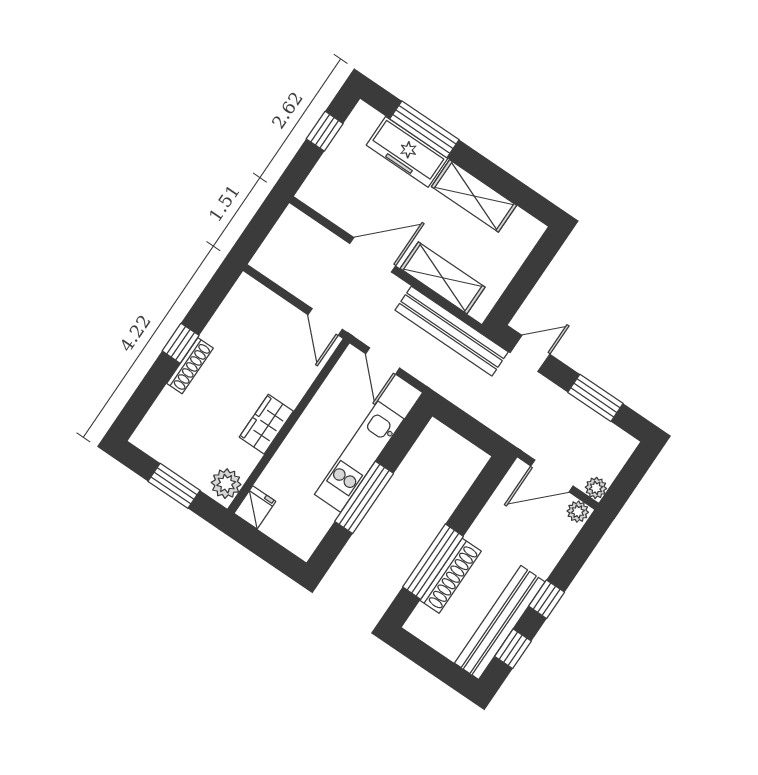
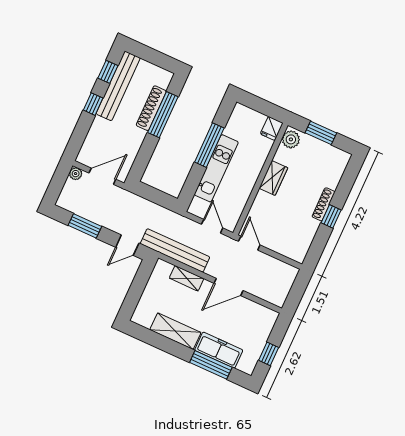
shelving: (443, 278) -> (187, 278), width x0.67, depth x0.75
plant: (578, 512) -> (84, 158), removed

